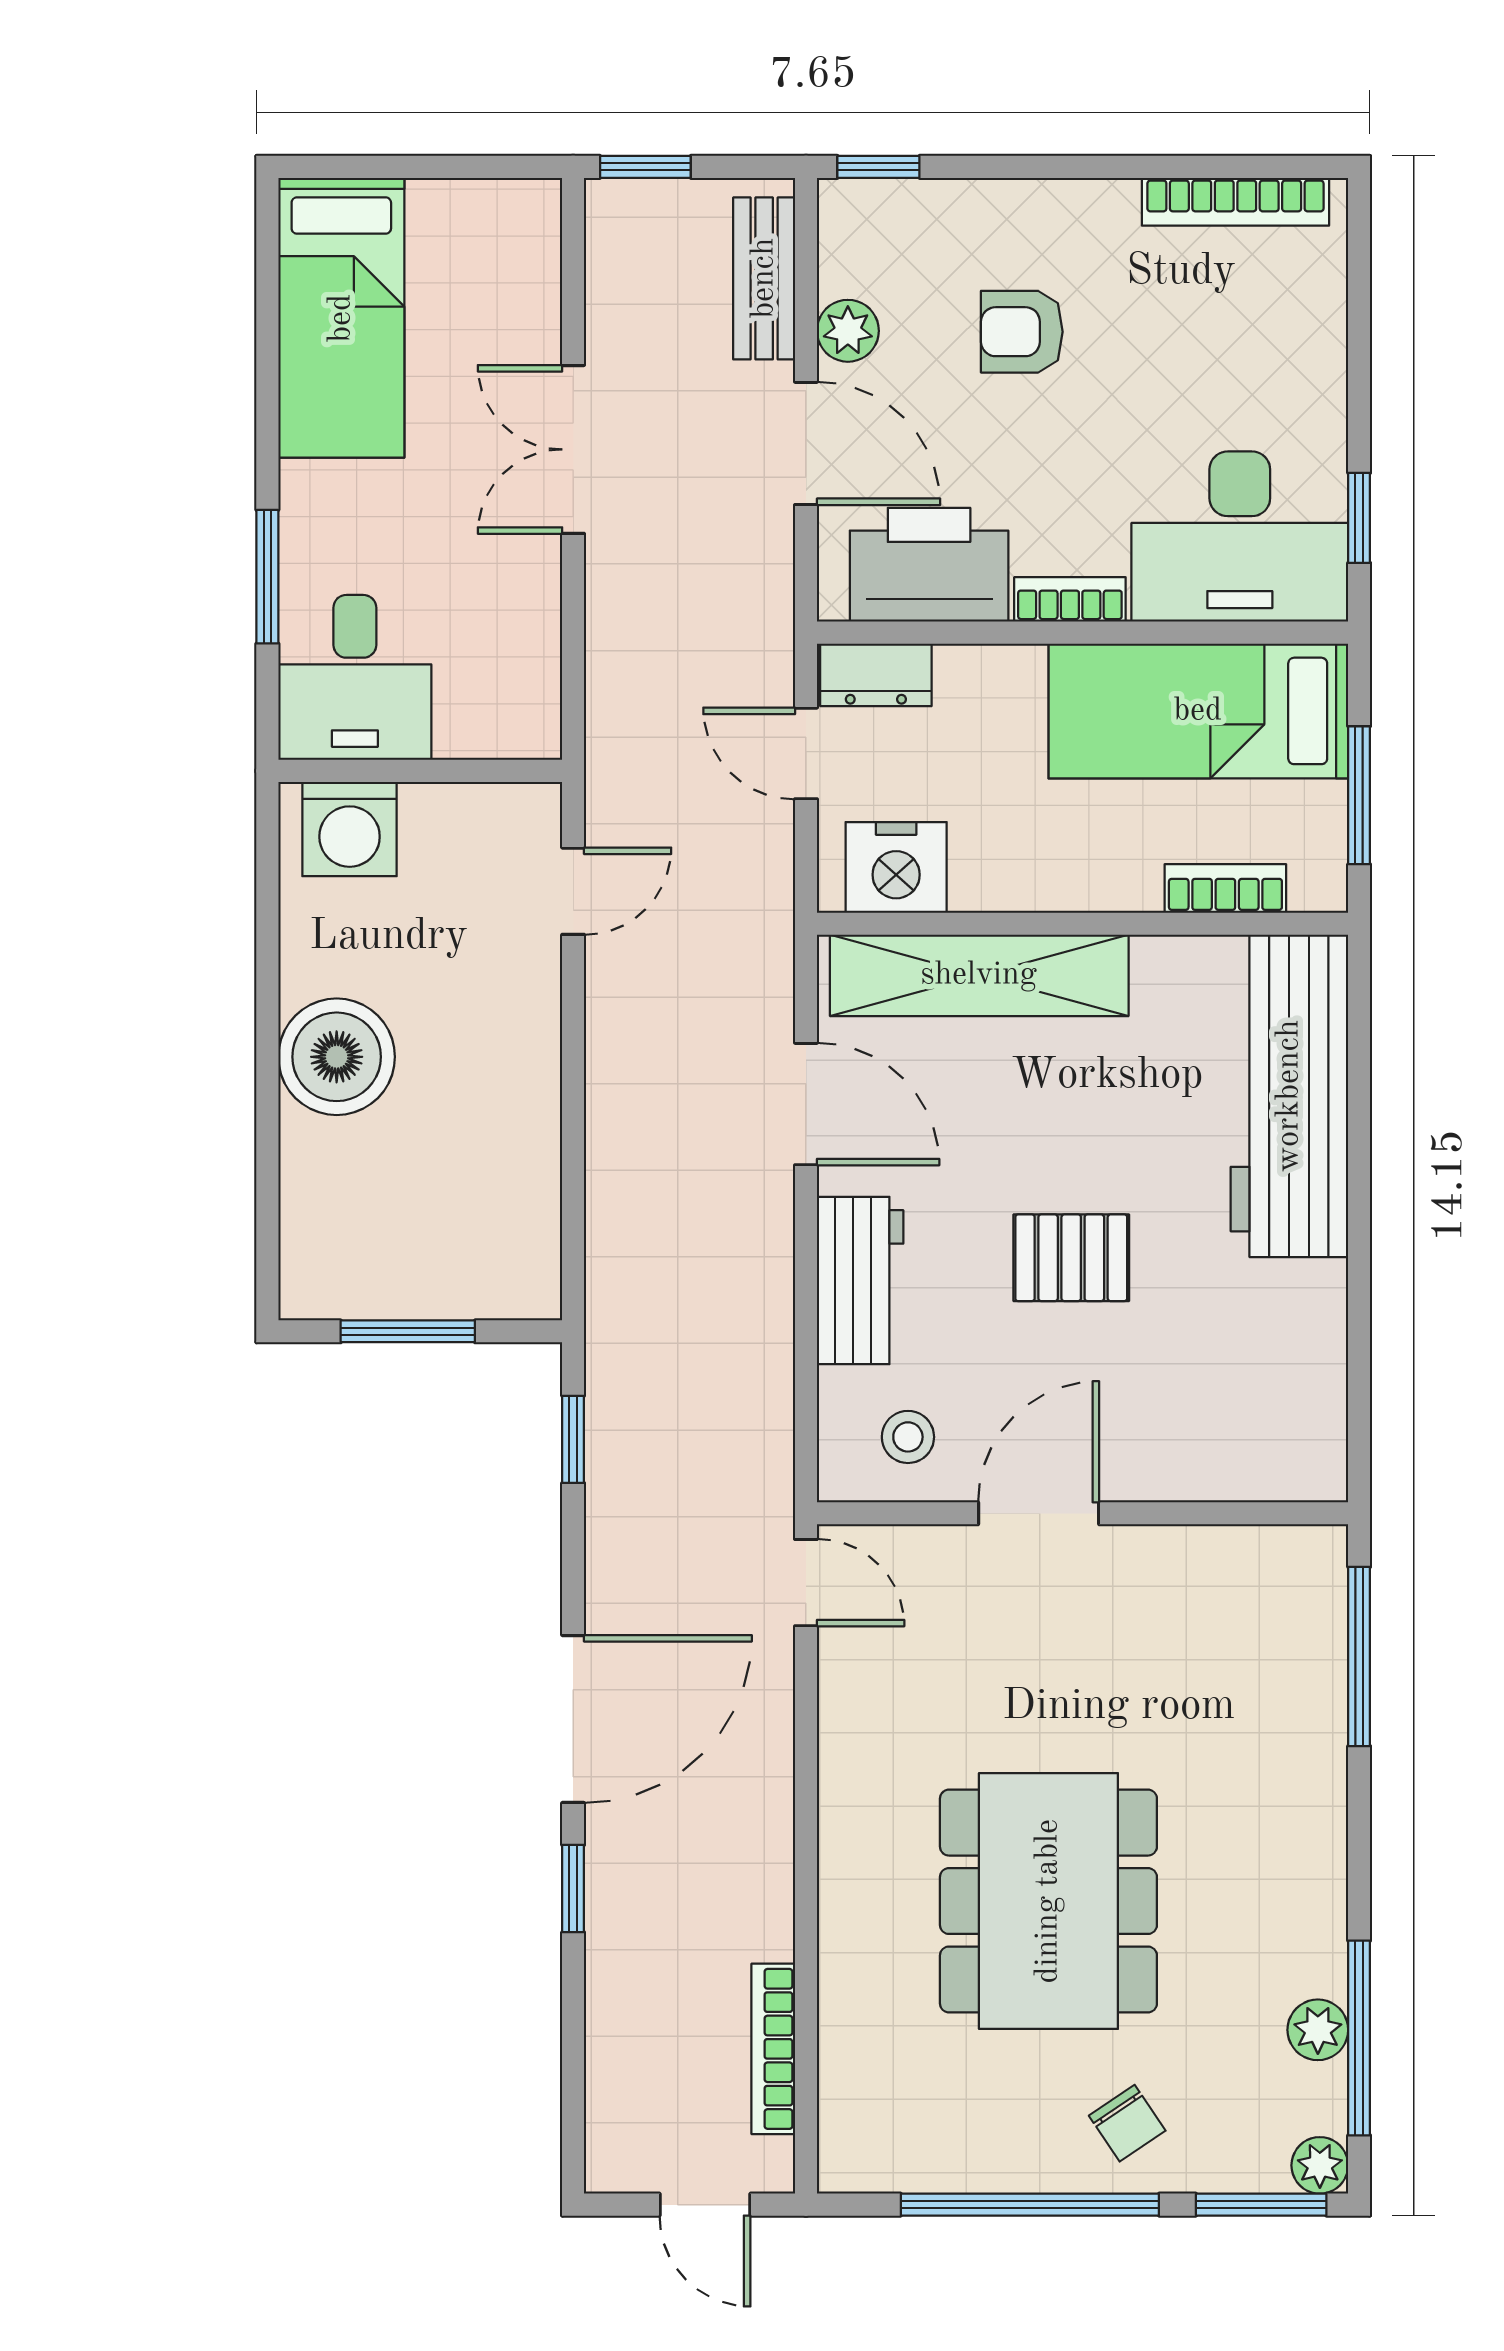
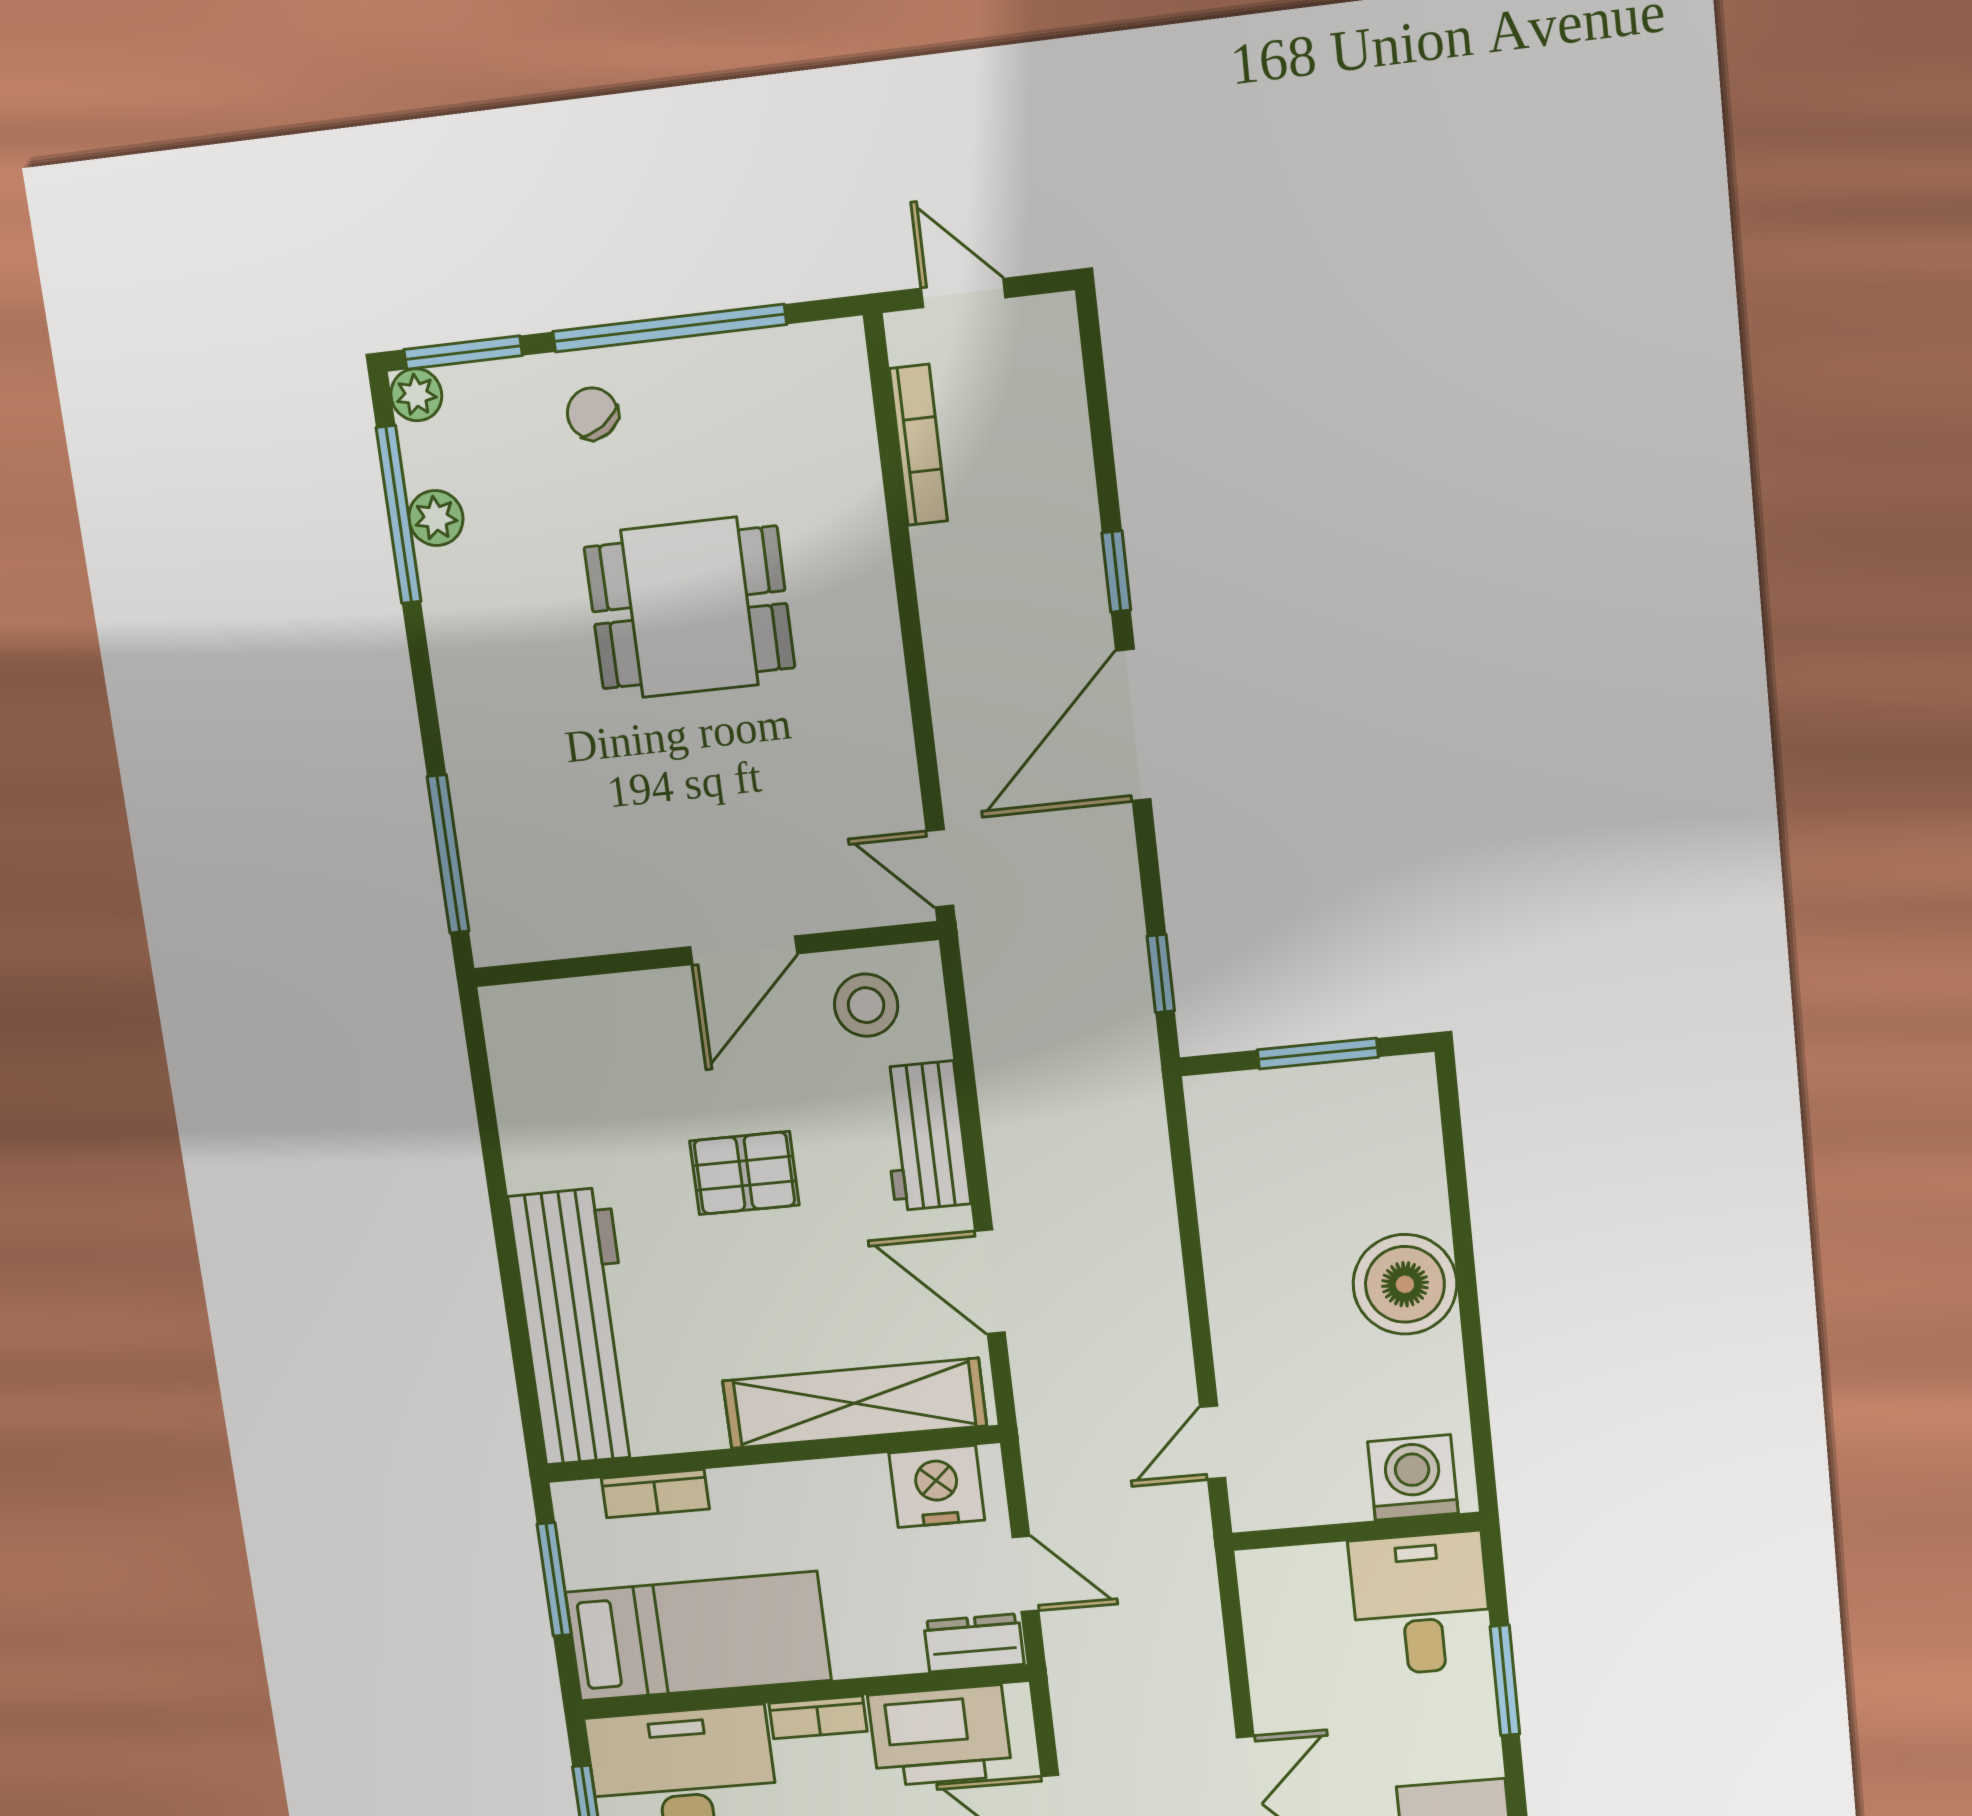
stool: (908, 1437) -> (866, 1005), width x1.37, depth x1.37
dining table: (1048, 1901) -> (690, 608), width x0.73

